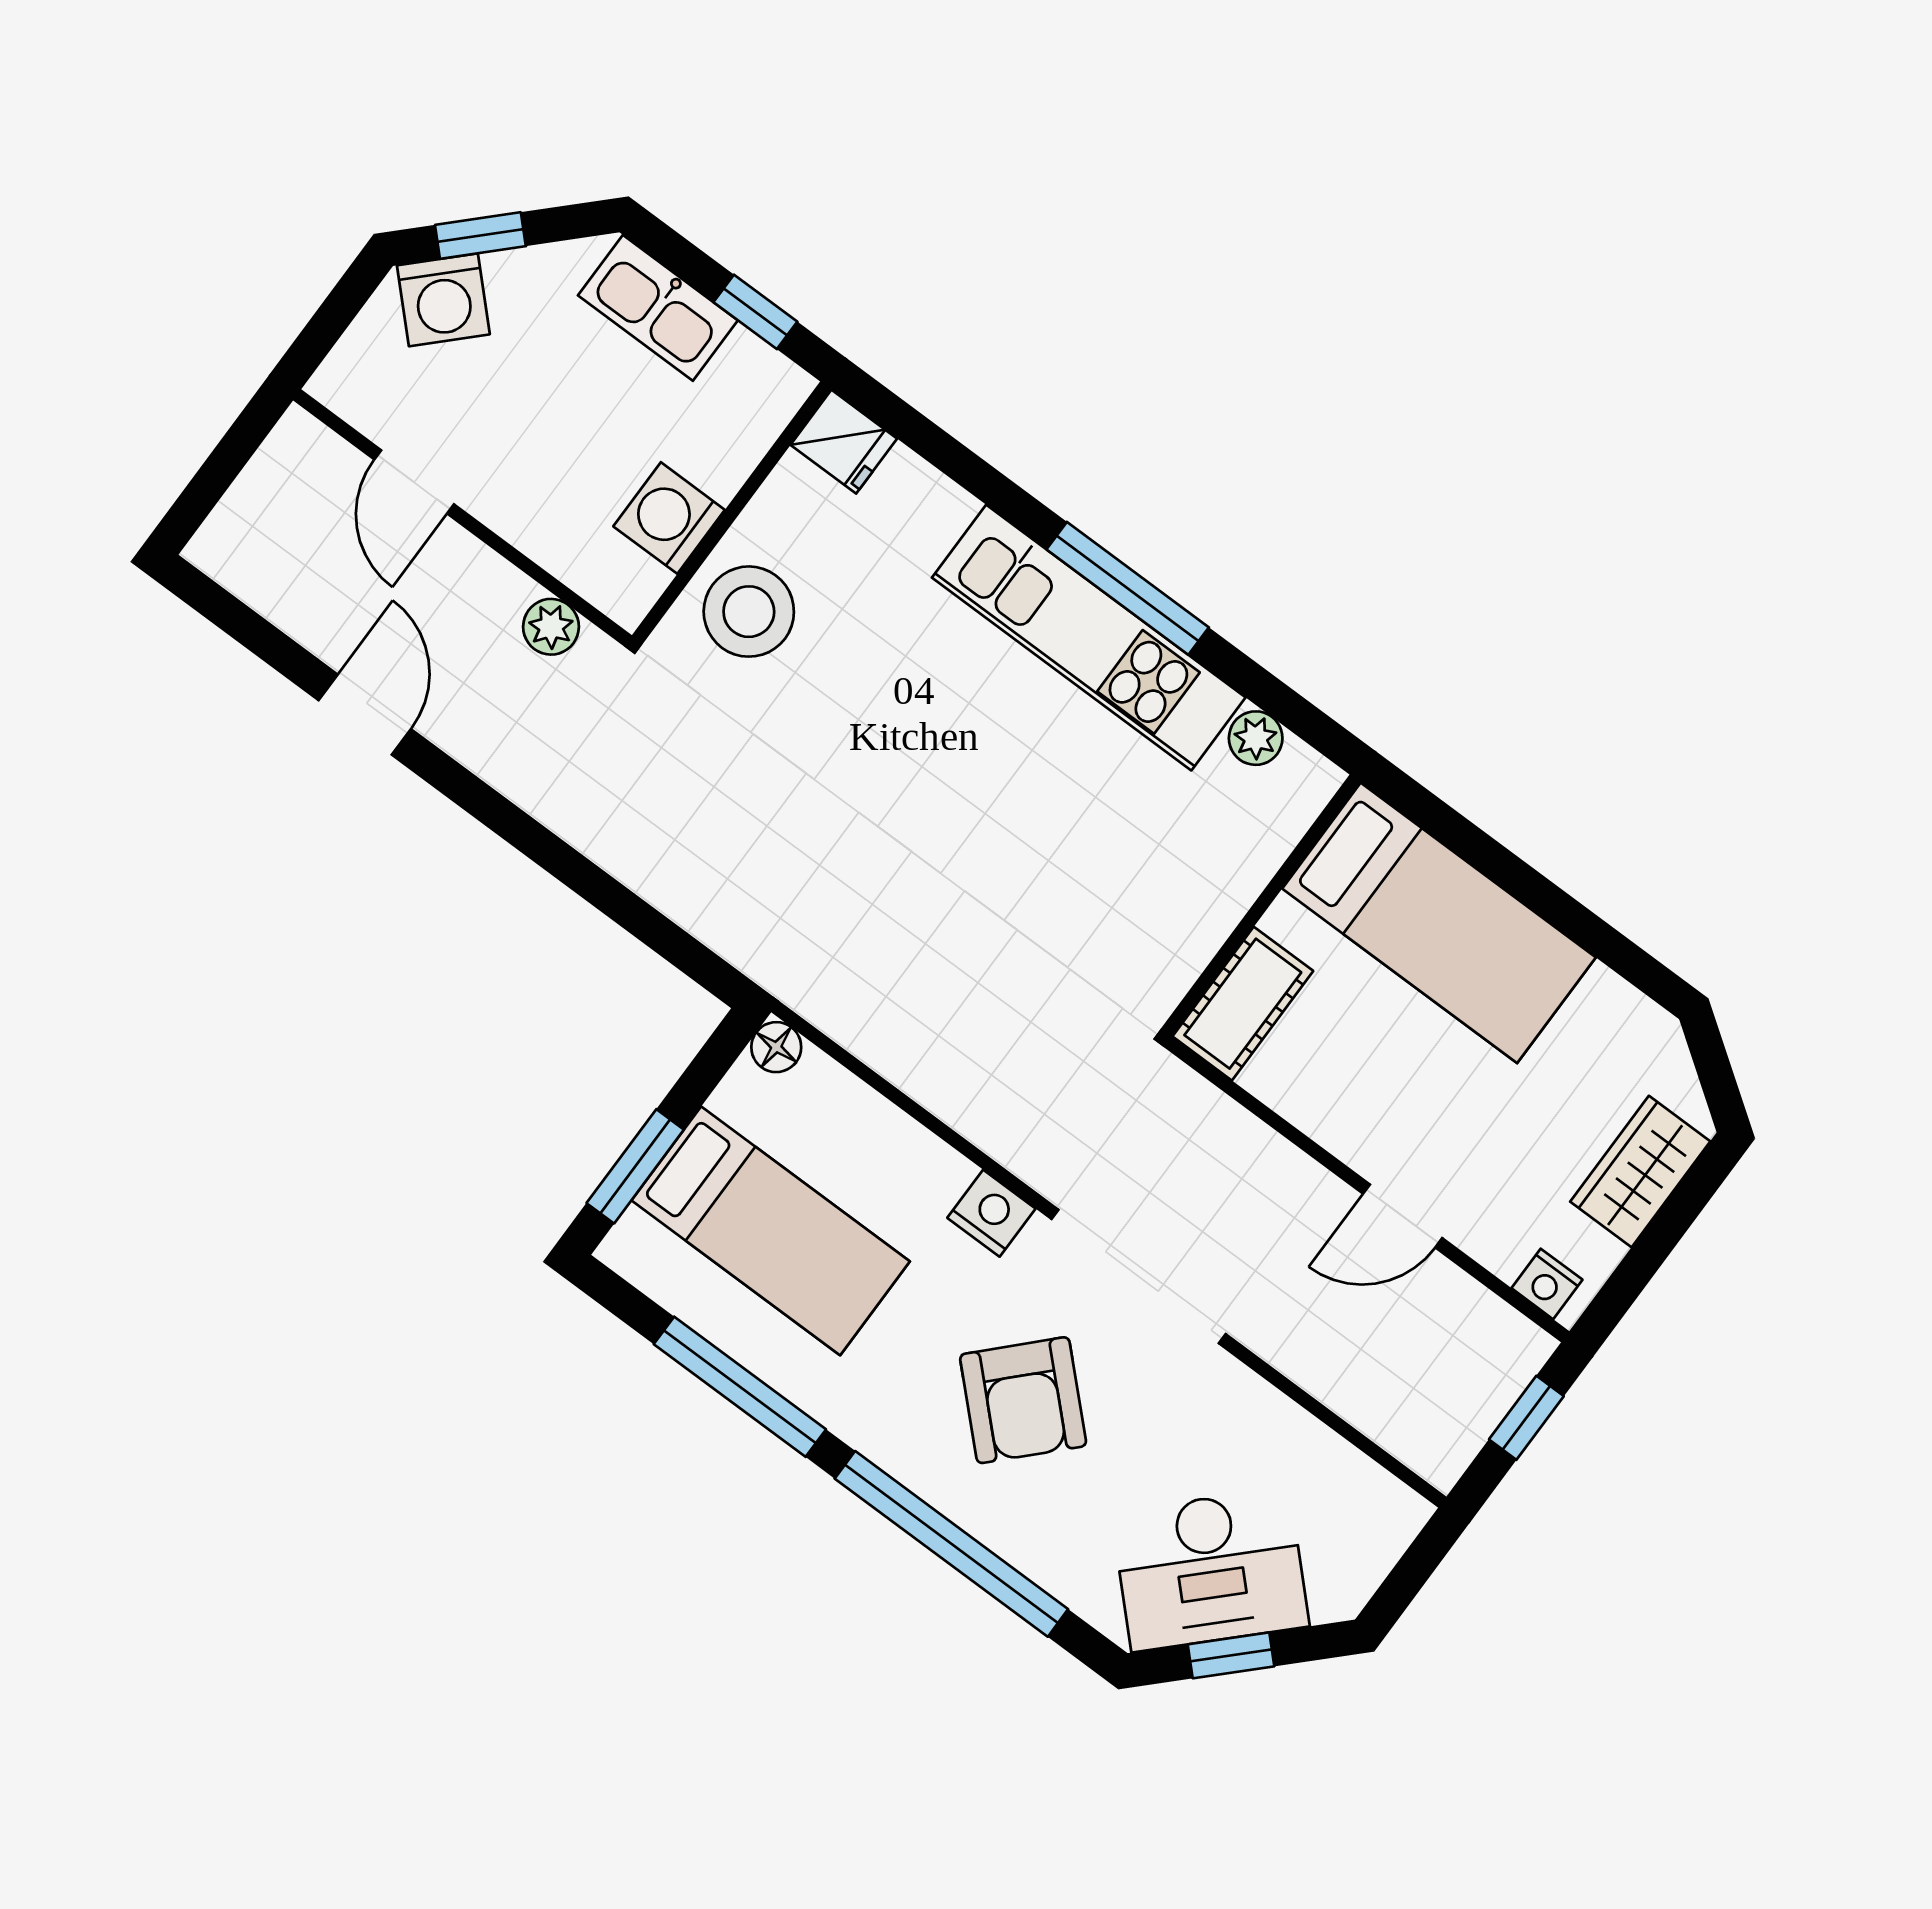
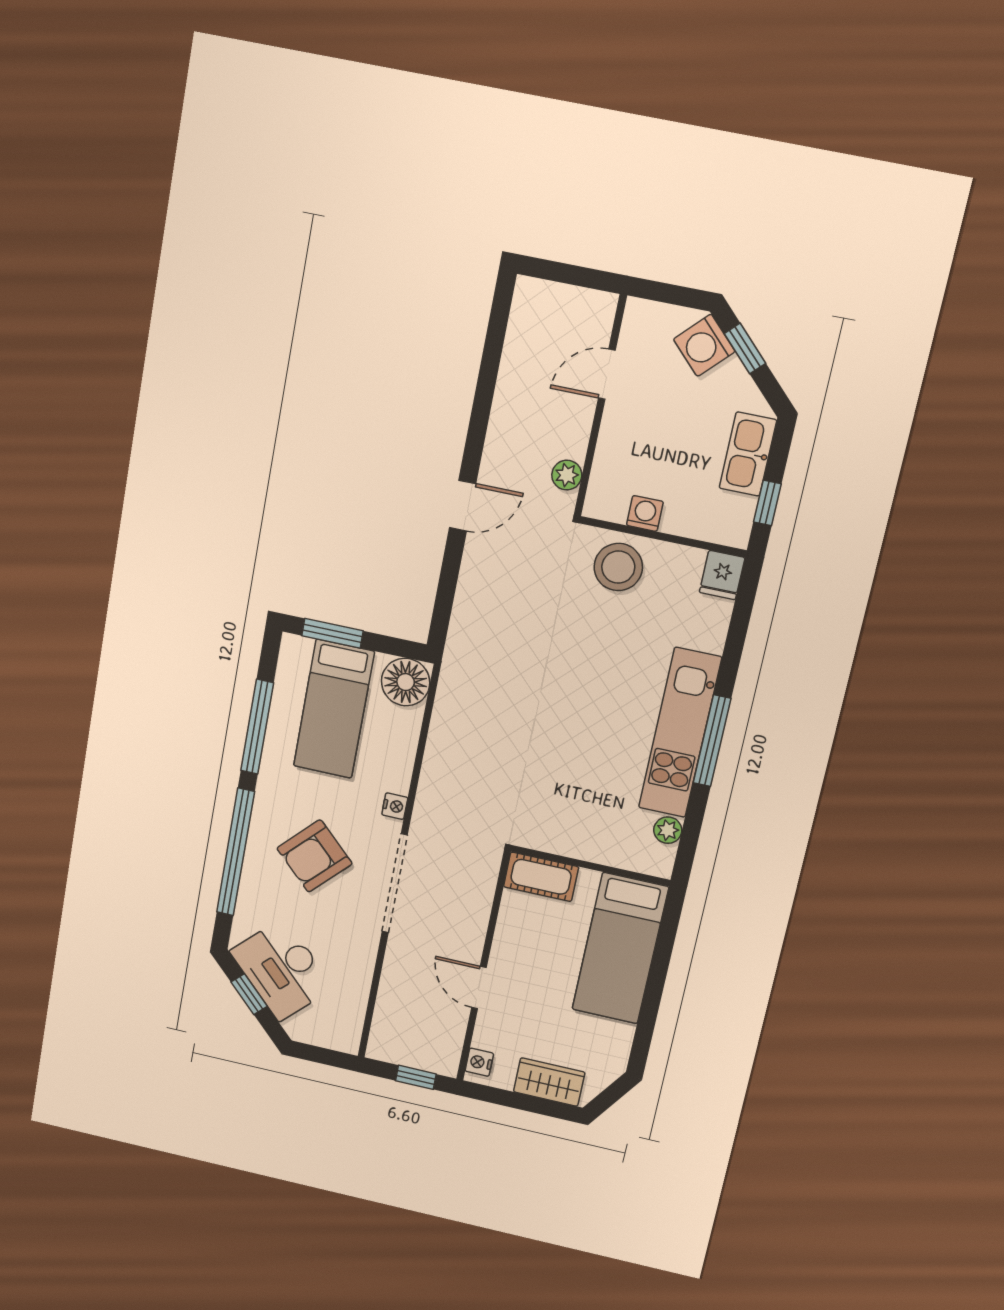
washing machine: (669, 518) -> (645, 513), width x0.73, depth x0.73
door: (365, 715) -> (463, 506), moved
floor lamp: (776, 1047) -> (406, 682), width x1.89, depth x1.89
nightstand: (991, 1213) -> (395, 806), width x0.72, depth x0.74

